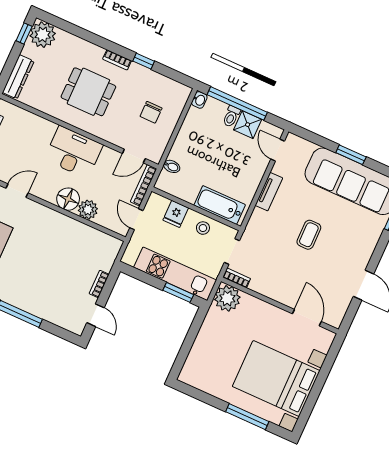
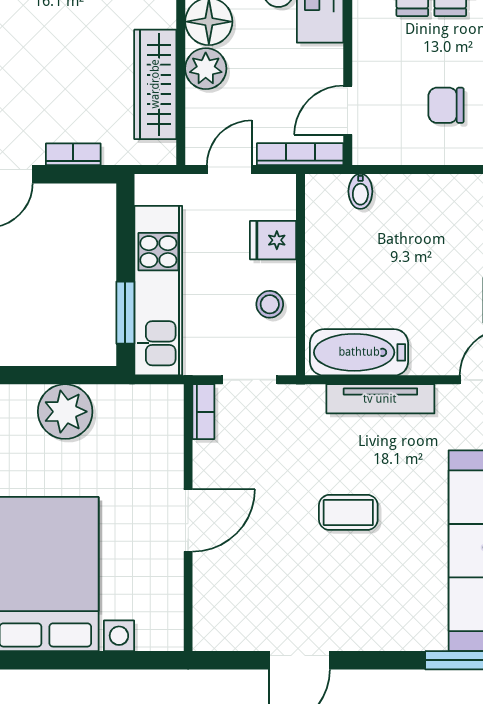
door: (134, 156) -> (348, 110), hinge flipped
tv unit: (269, 192) -> (380, 399), width x1.41
bathtub: (220, 205) -> (359, 352), moved, turned -90
wardrobe: (85, 235) -> (155, 84), added
plant: (227, 298) -> (65, 412), moved
door: (307, 318) -> (188, 520), moved

